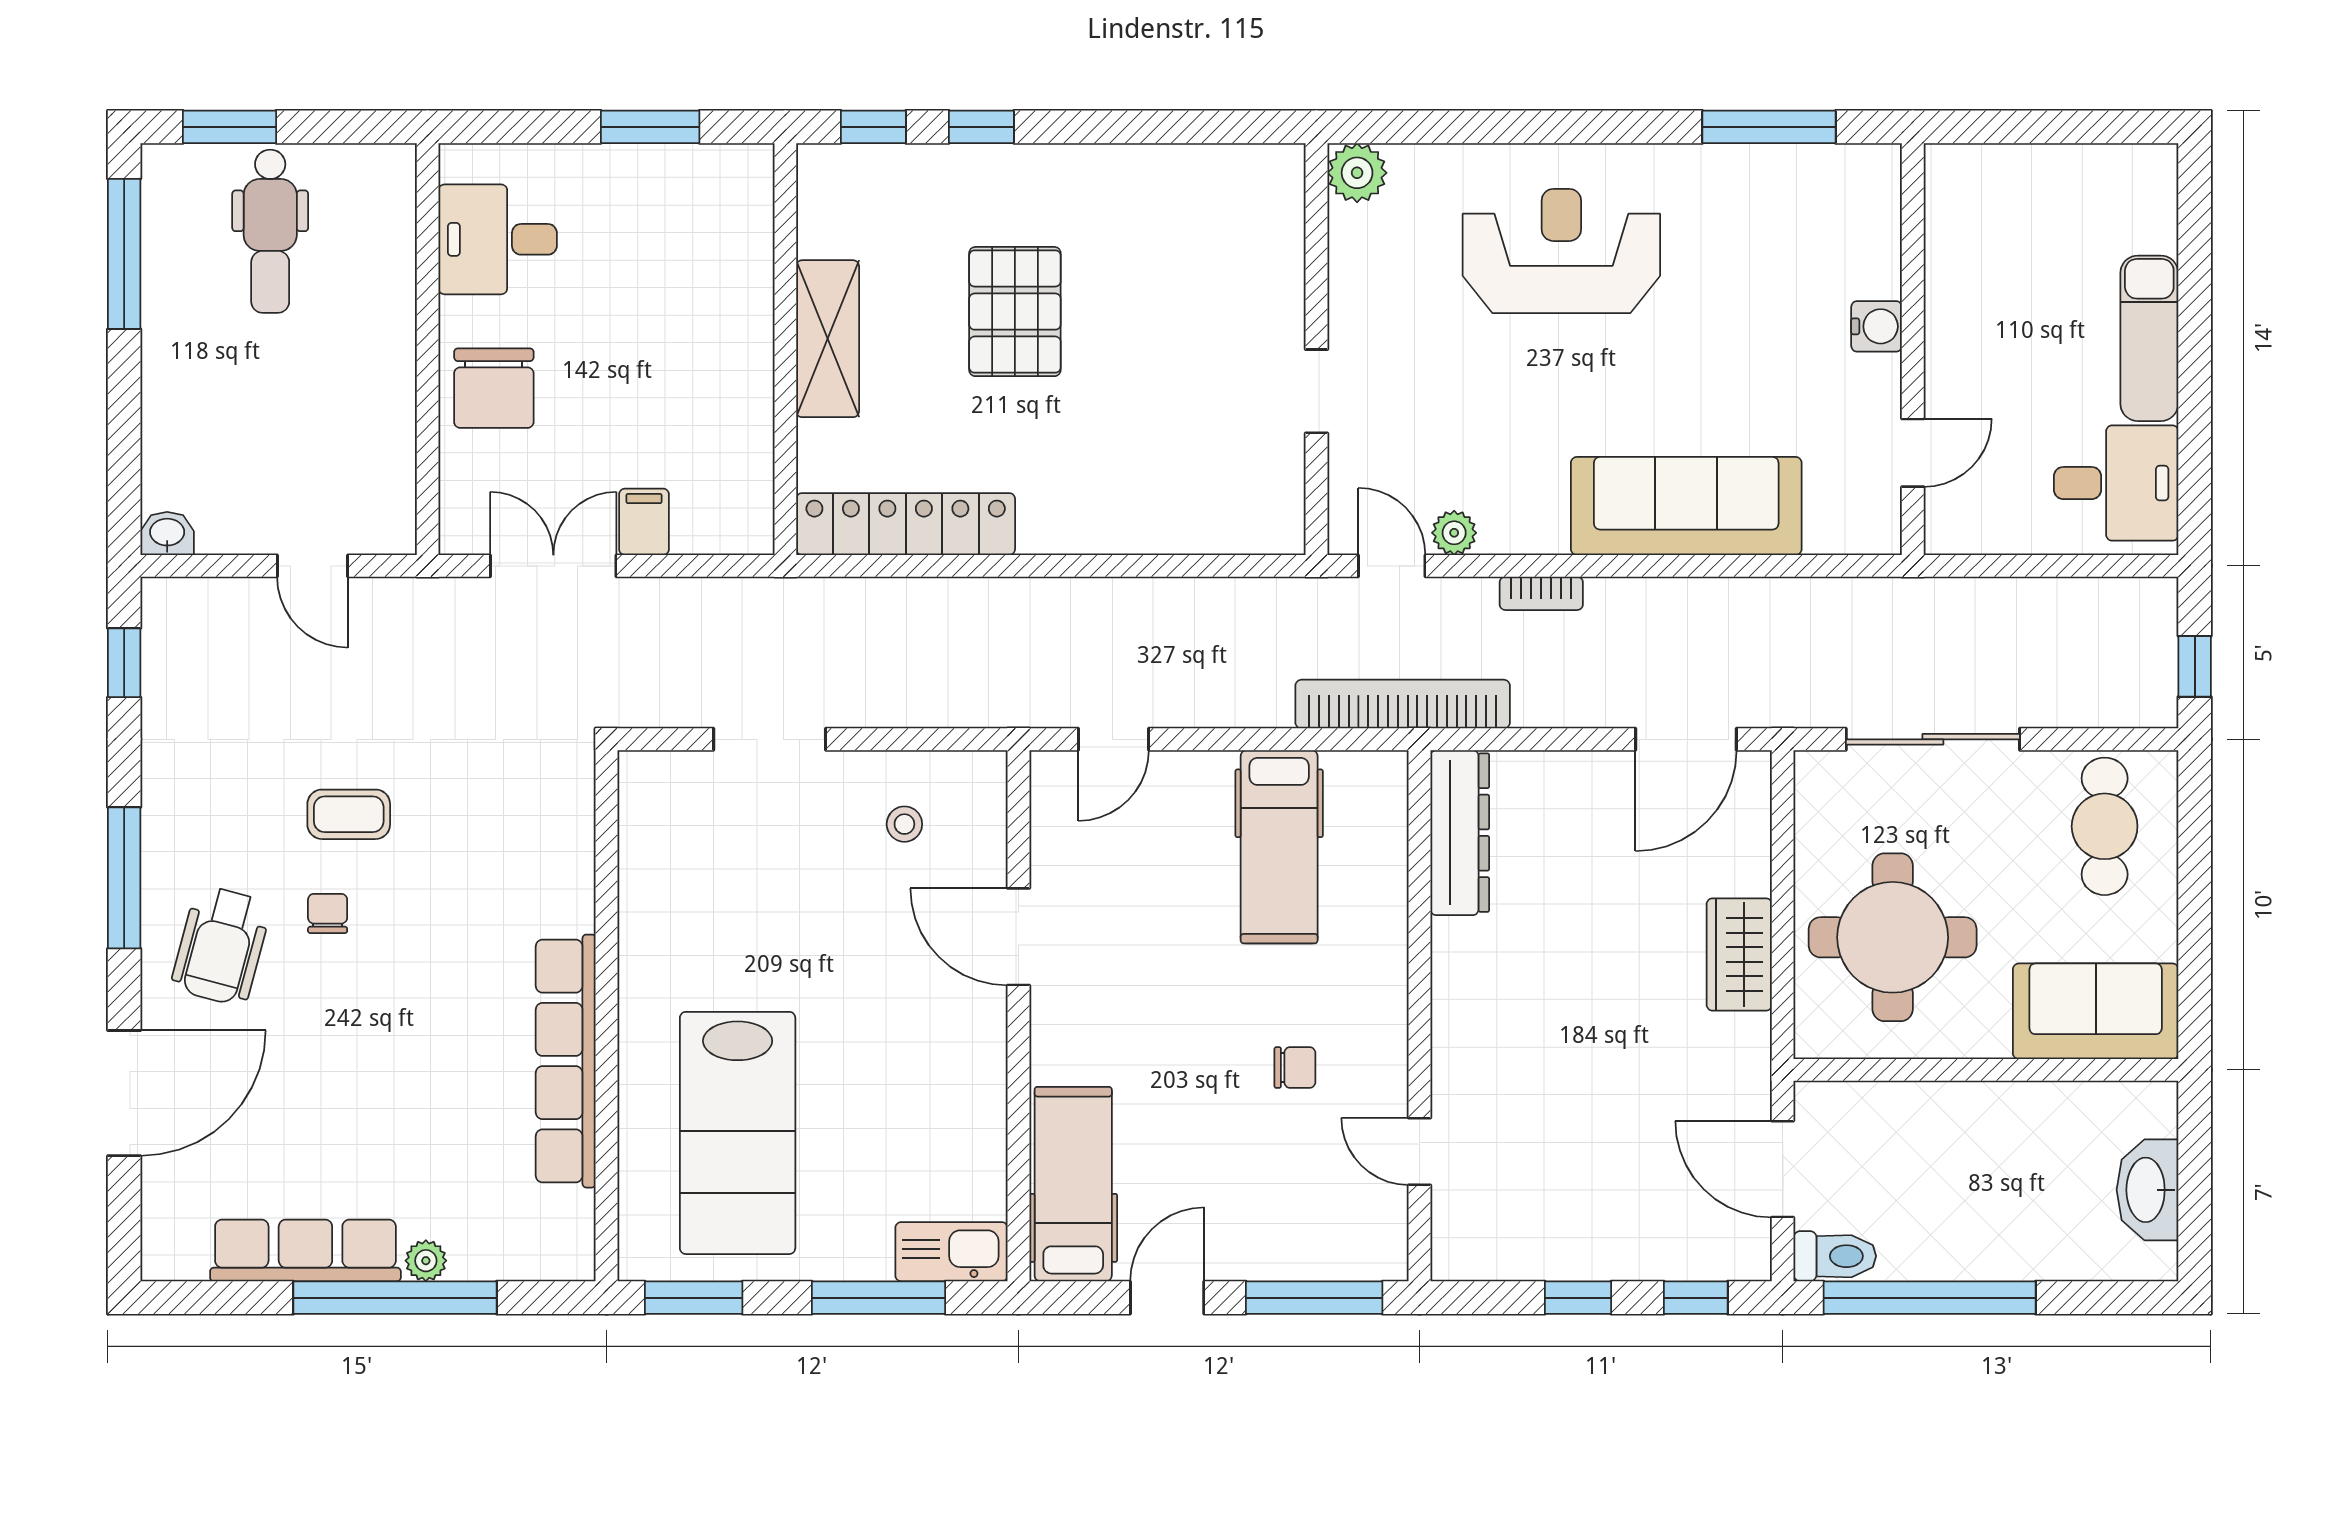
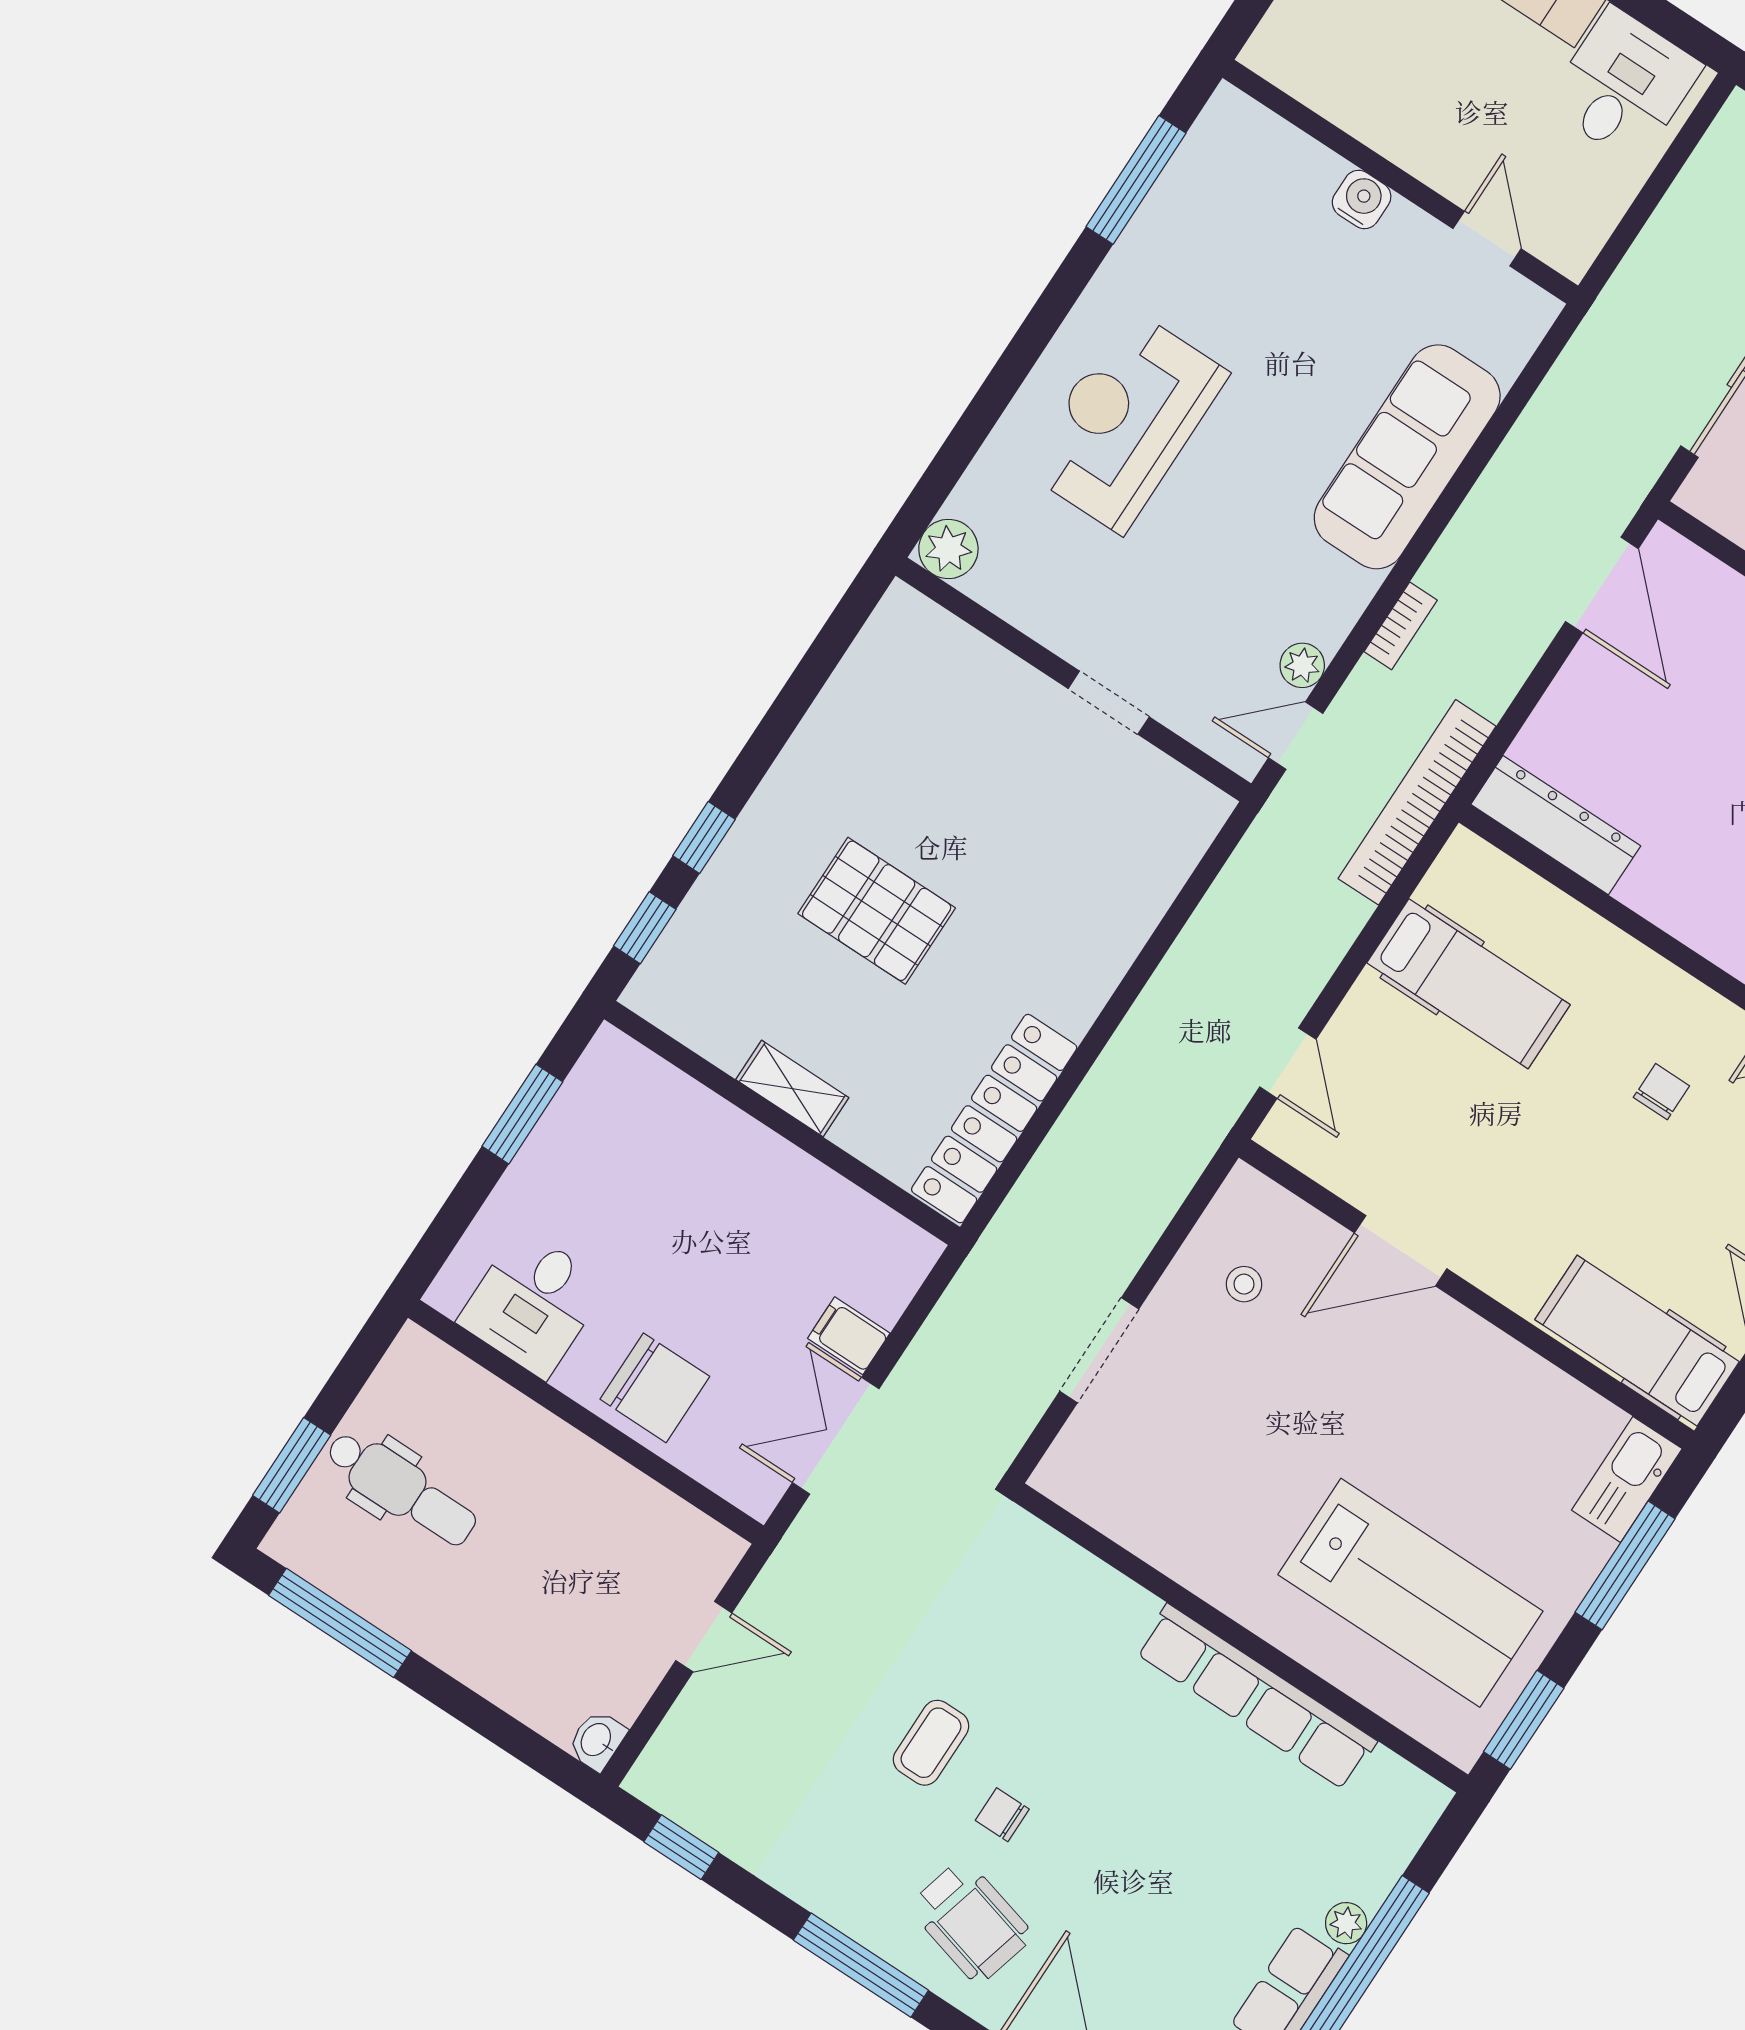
shelving: (828, 339) -> (792, 1089), width x0.67, depth x0.75

